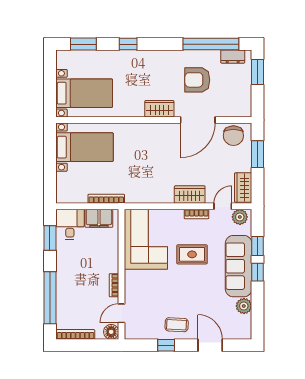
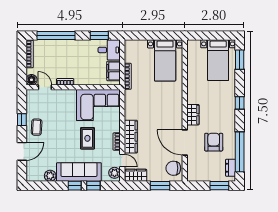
window: (128, 44) -> (240, 103), moved
bed with nightstands: (84, 93) -> (218, 60), moved
wardrobe: (190, 195) -> (131, 137), width x1.50

